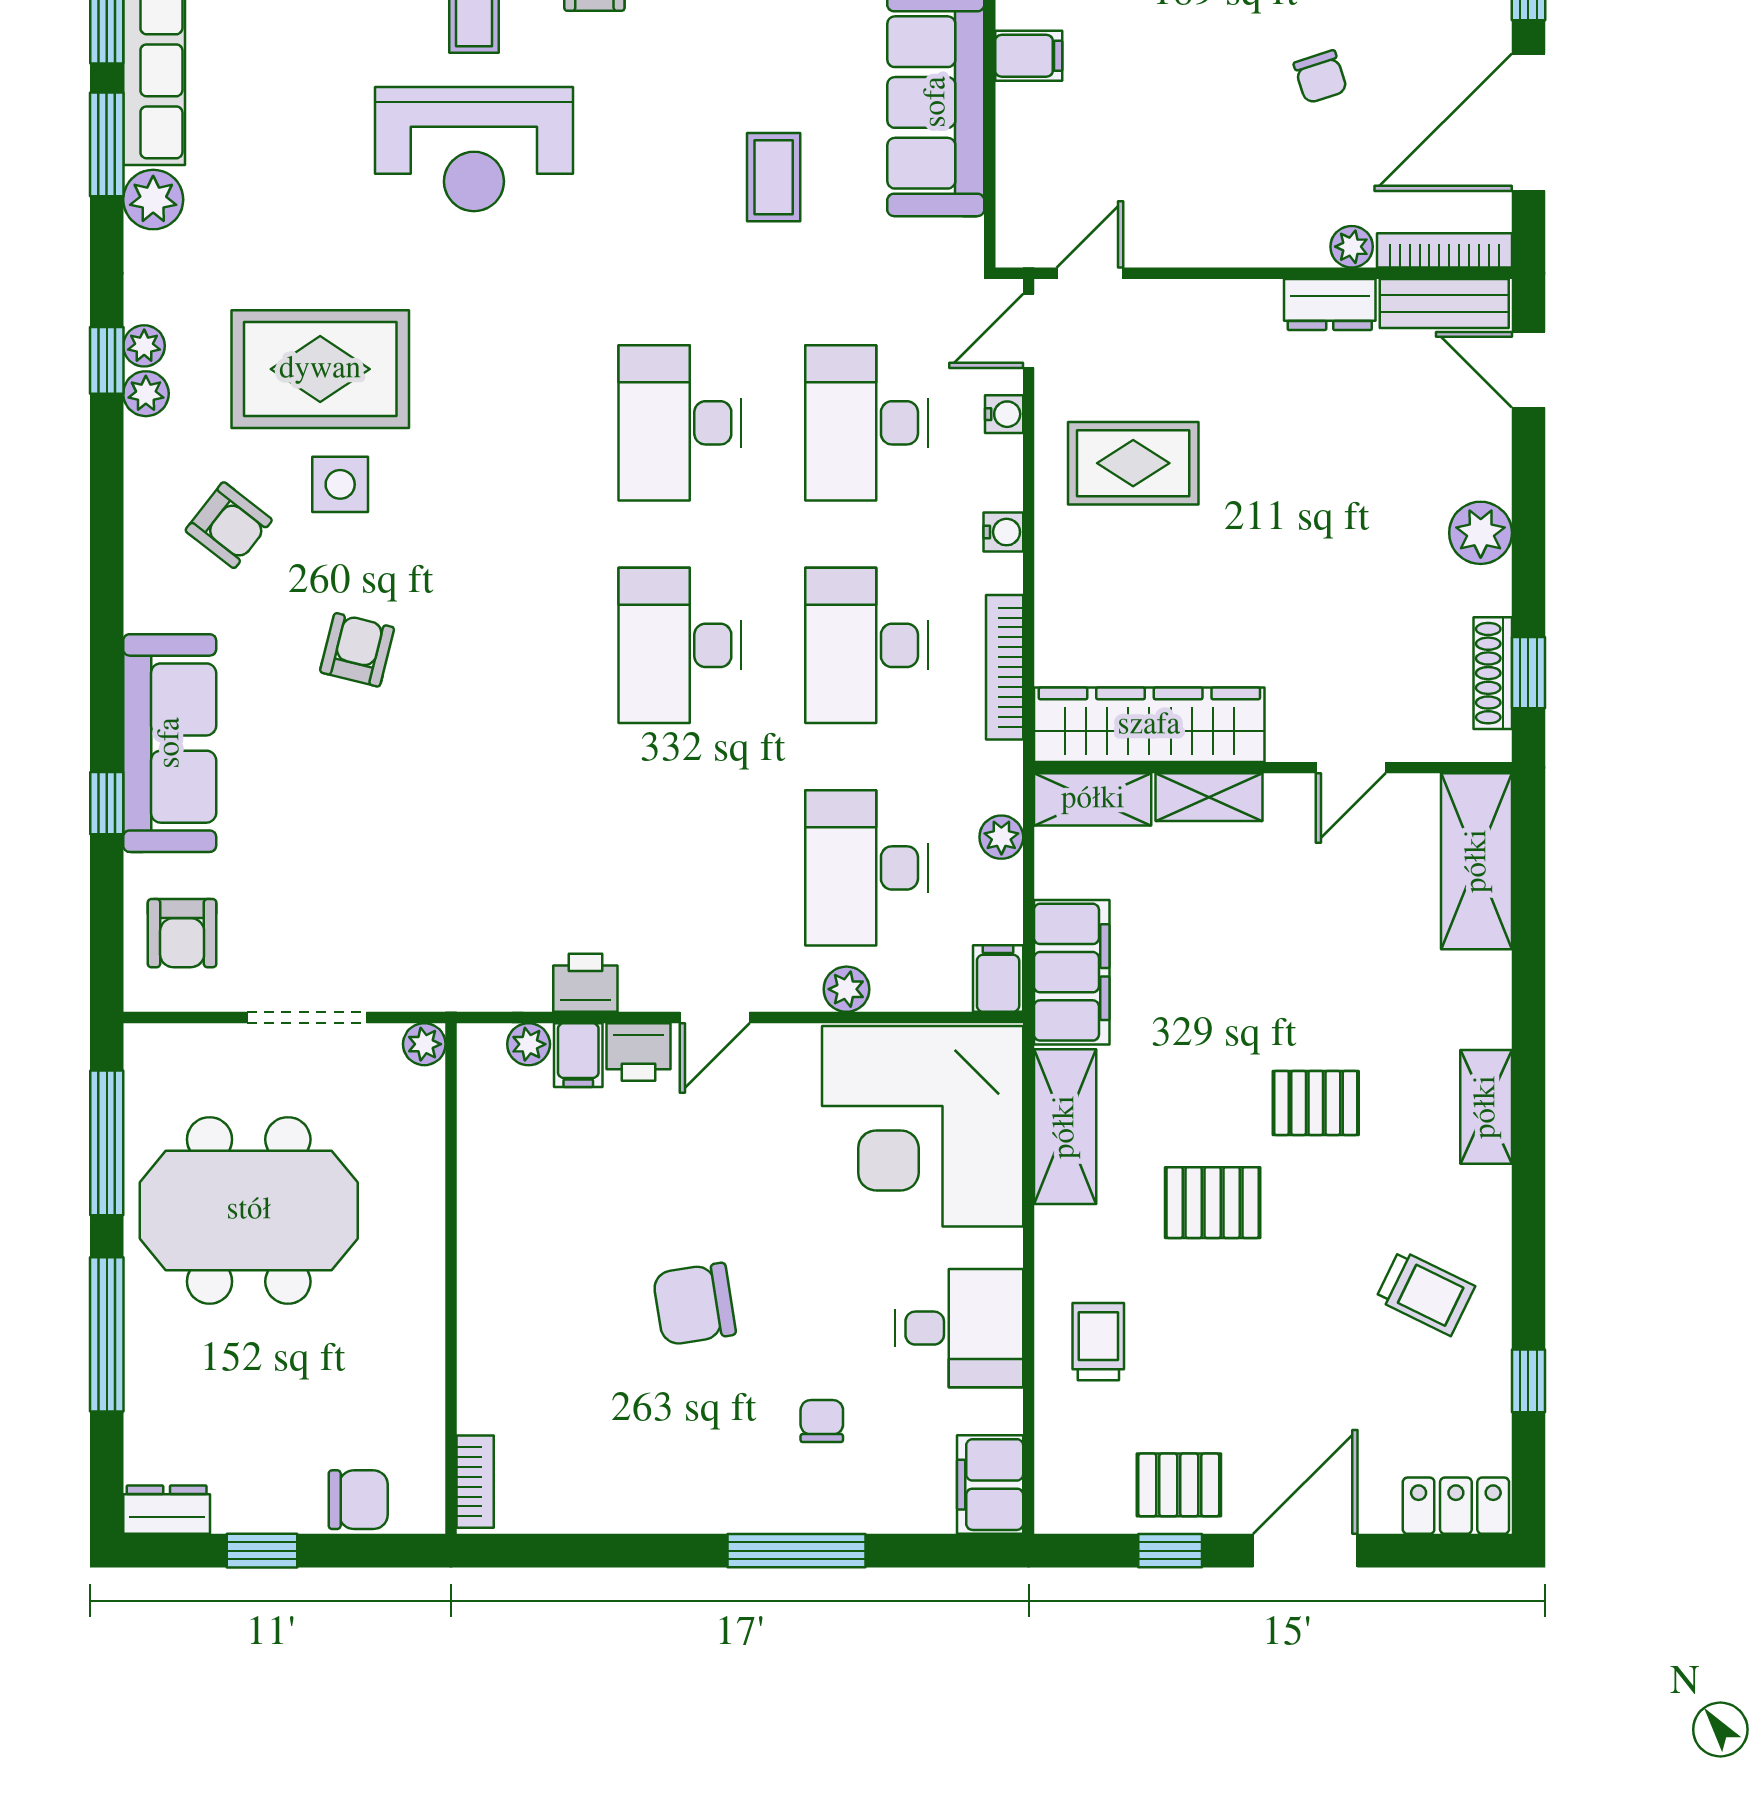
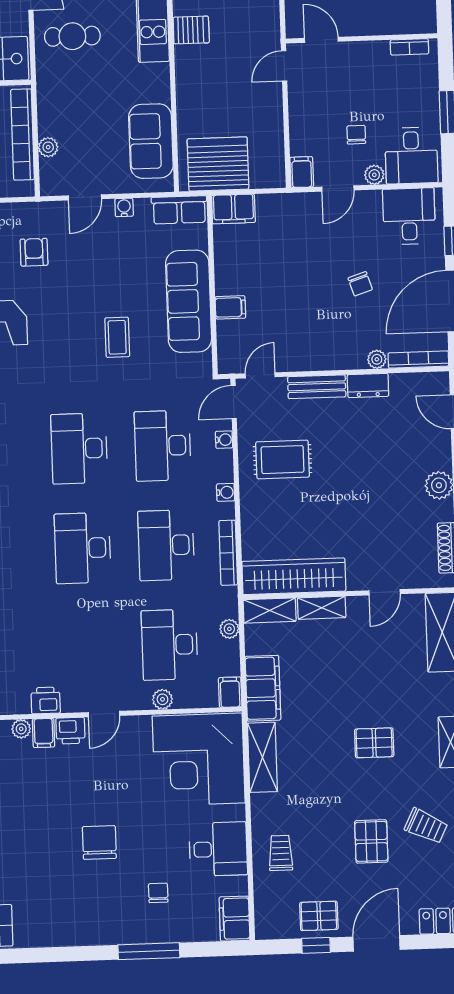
filing cabinet: (1029, 56) -> (230, 307), moved
bench: (1444, 303) -> (317, 387), moved
pallet: (1213, 1203) -> (371, 841), moved, turned 90
chair: (694, 1304) -> (99, 843), turned 99

